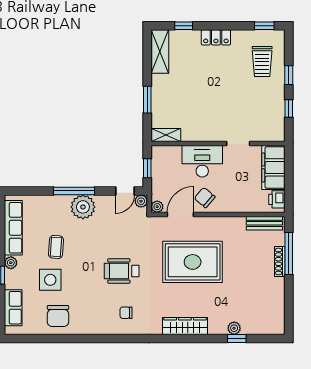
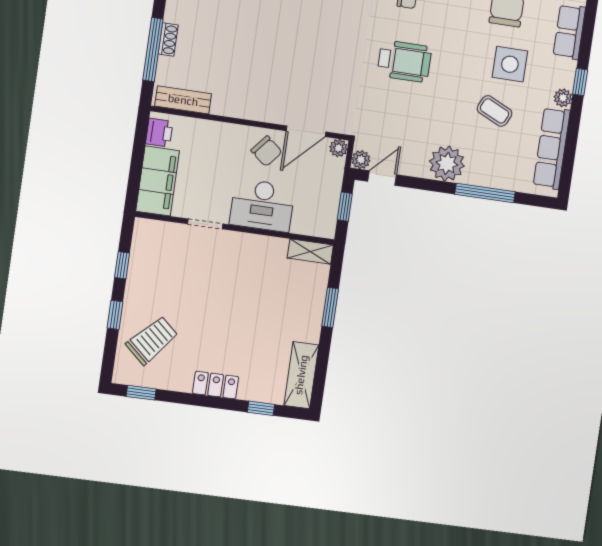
trolley: (262, 62) -> (152, 340), turned 42
window: (74, 191) -> (485, 193), moved
coffee table: (56, 247) -> (495, 111), turned -69
shoe rack: (280, 261) -> (168, 40), width x0.70
rug: (193, 262) -> (298, 59), removed

